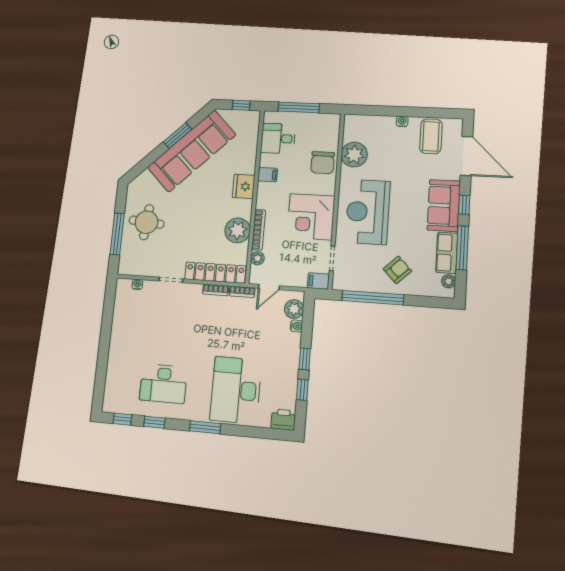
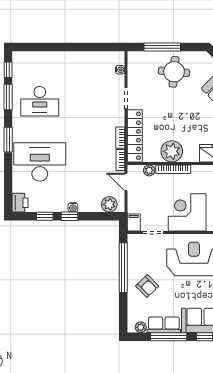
water cooler: (296, 326) -> (73, 207), moved
desk: (163, 384) -> (40, 101), turned -90
window: (154, 422) -> (8, 97), width x1.50

